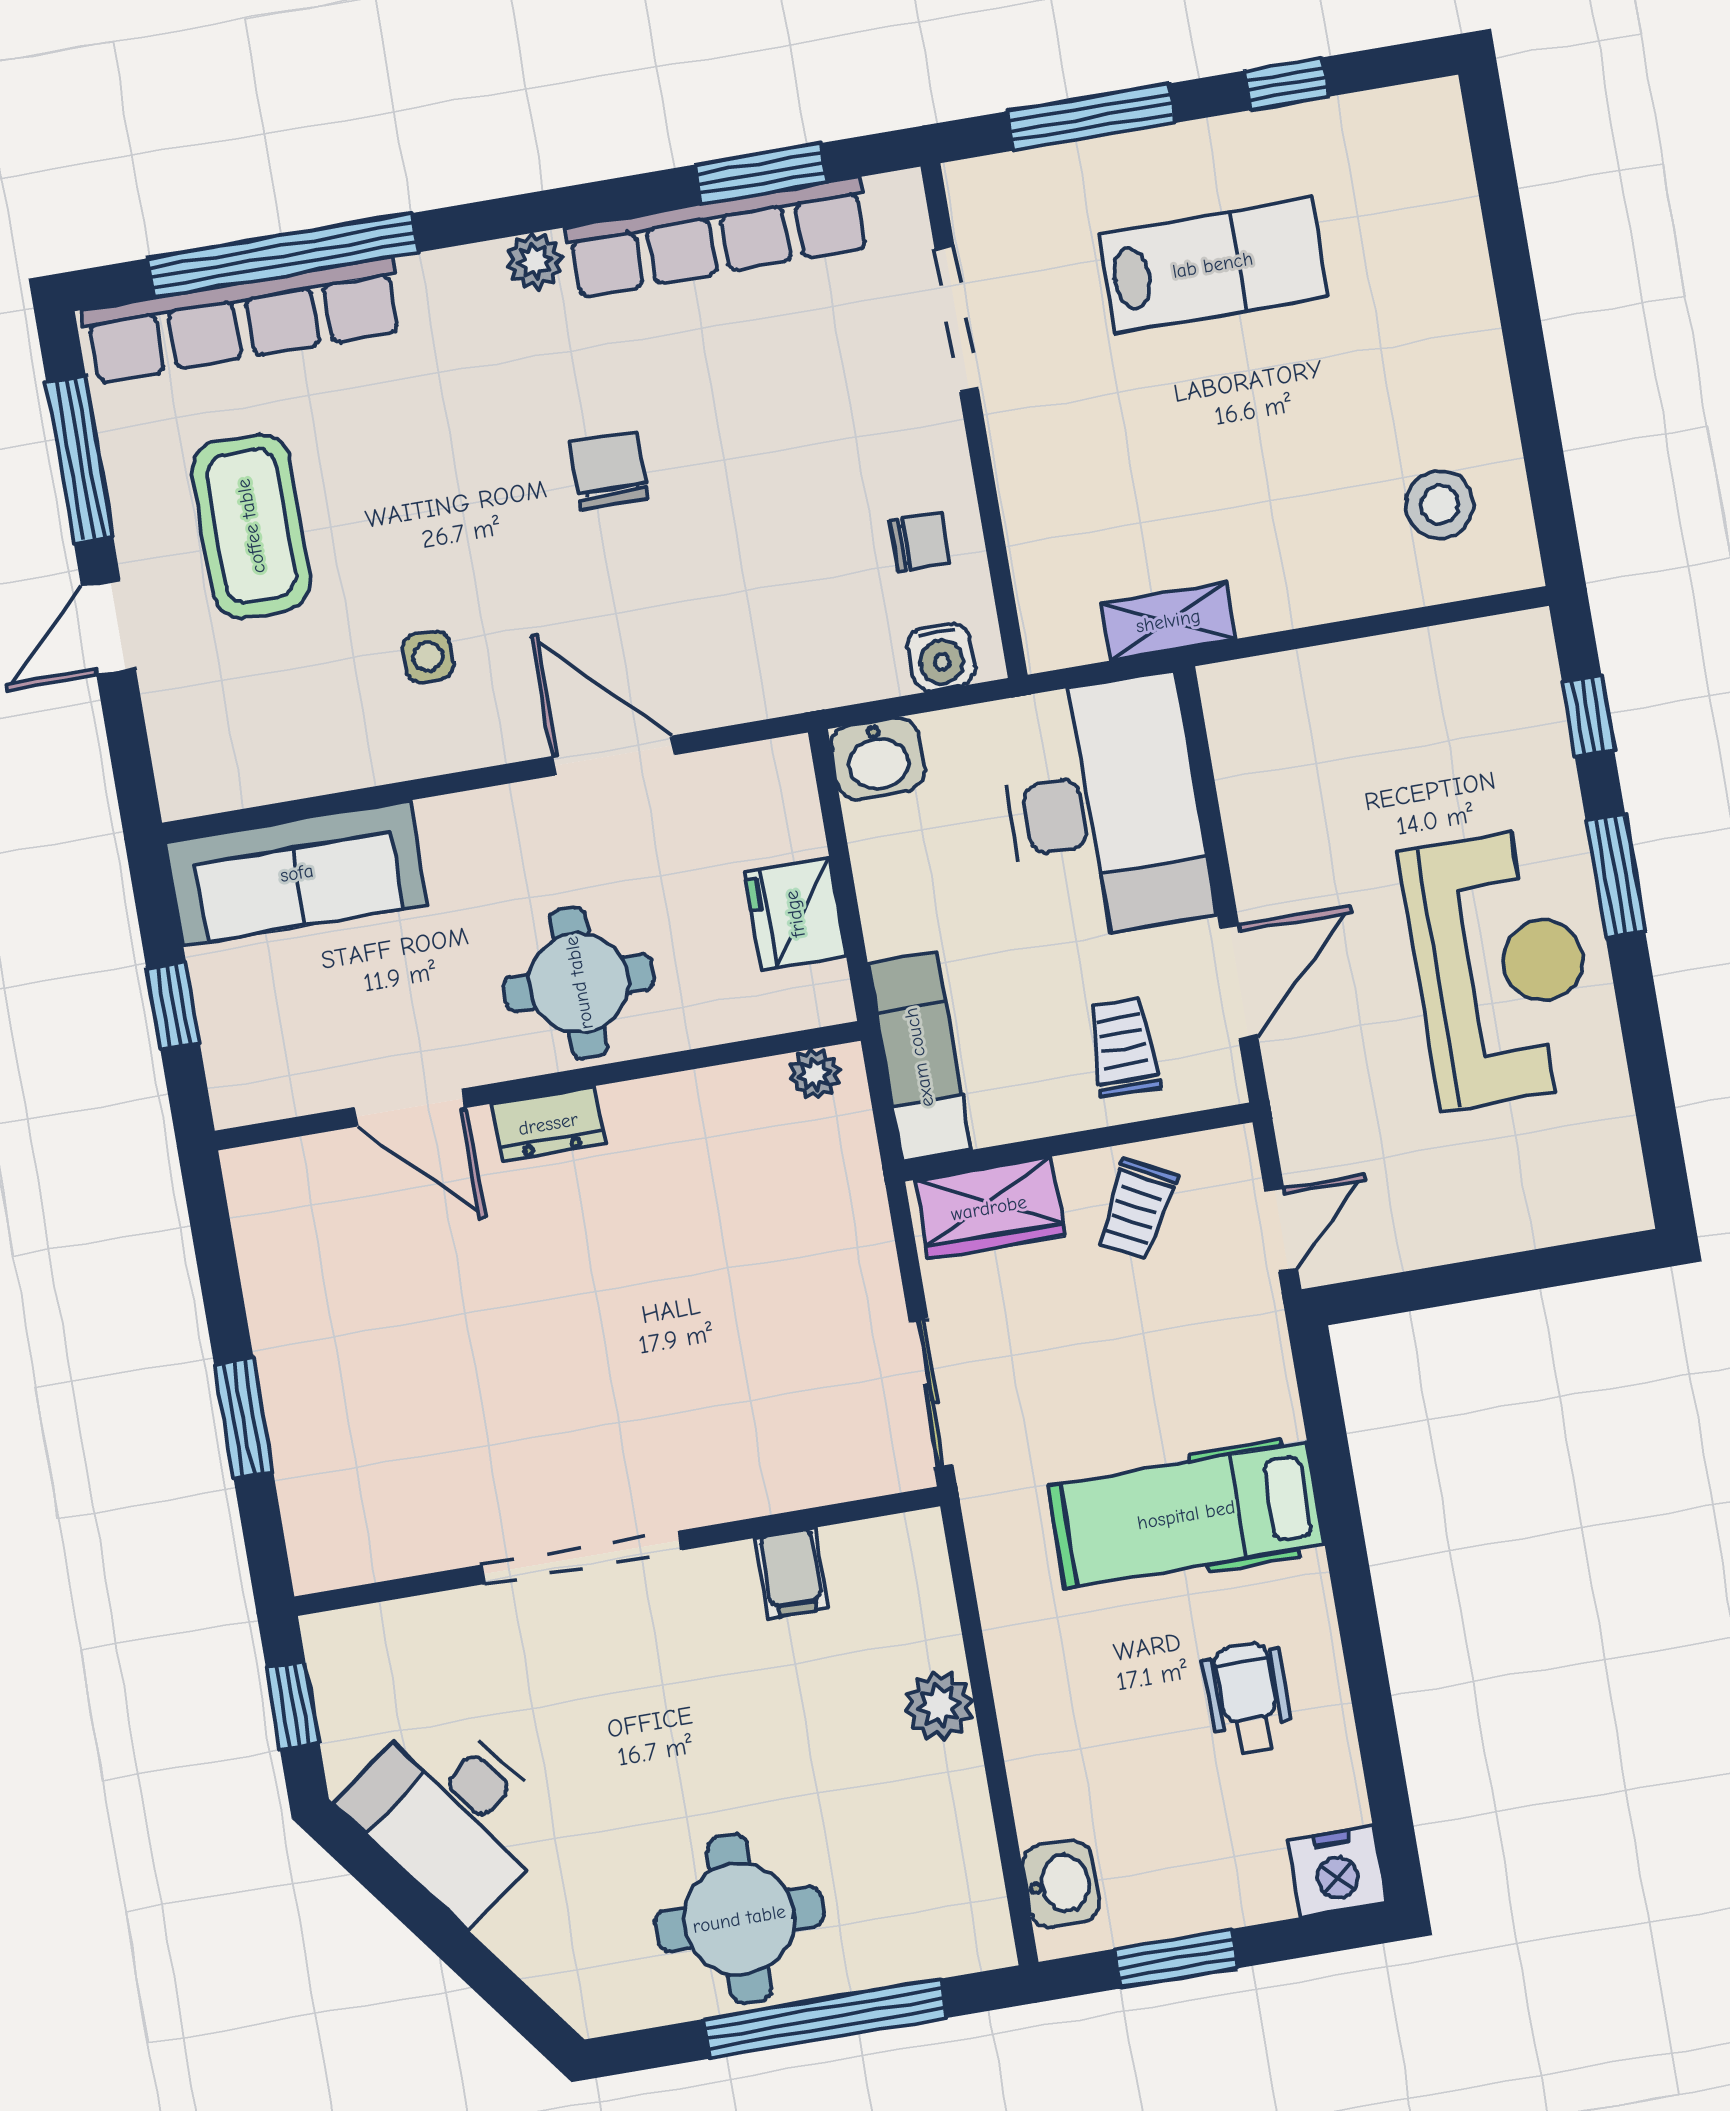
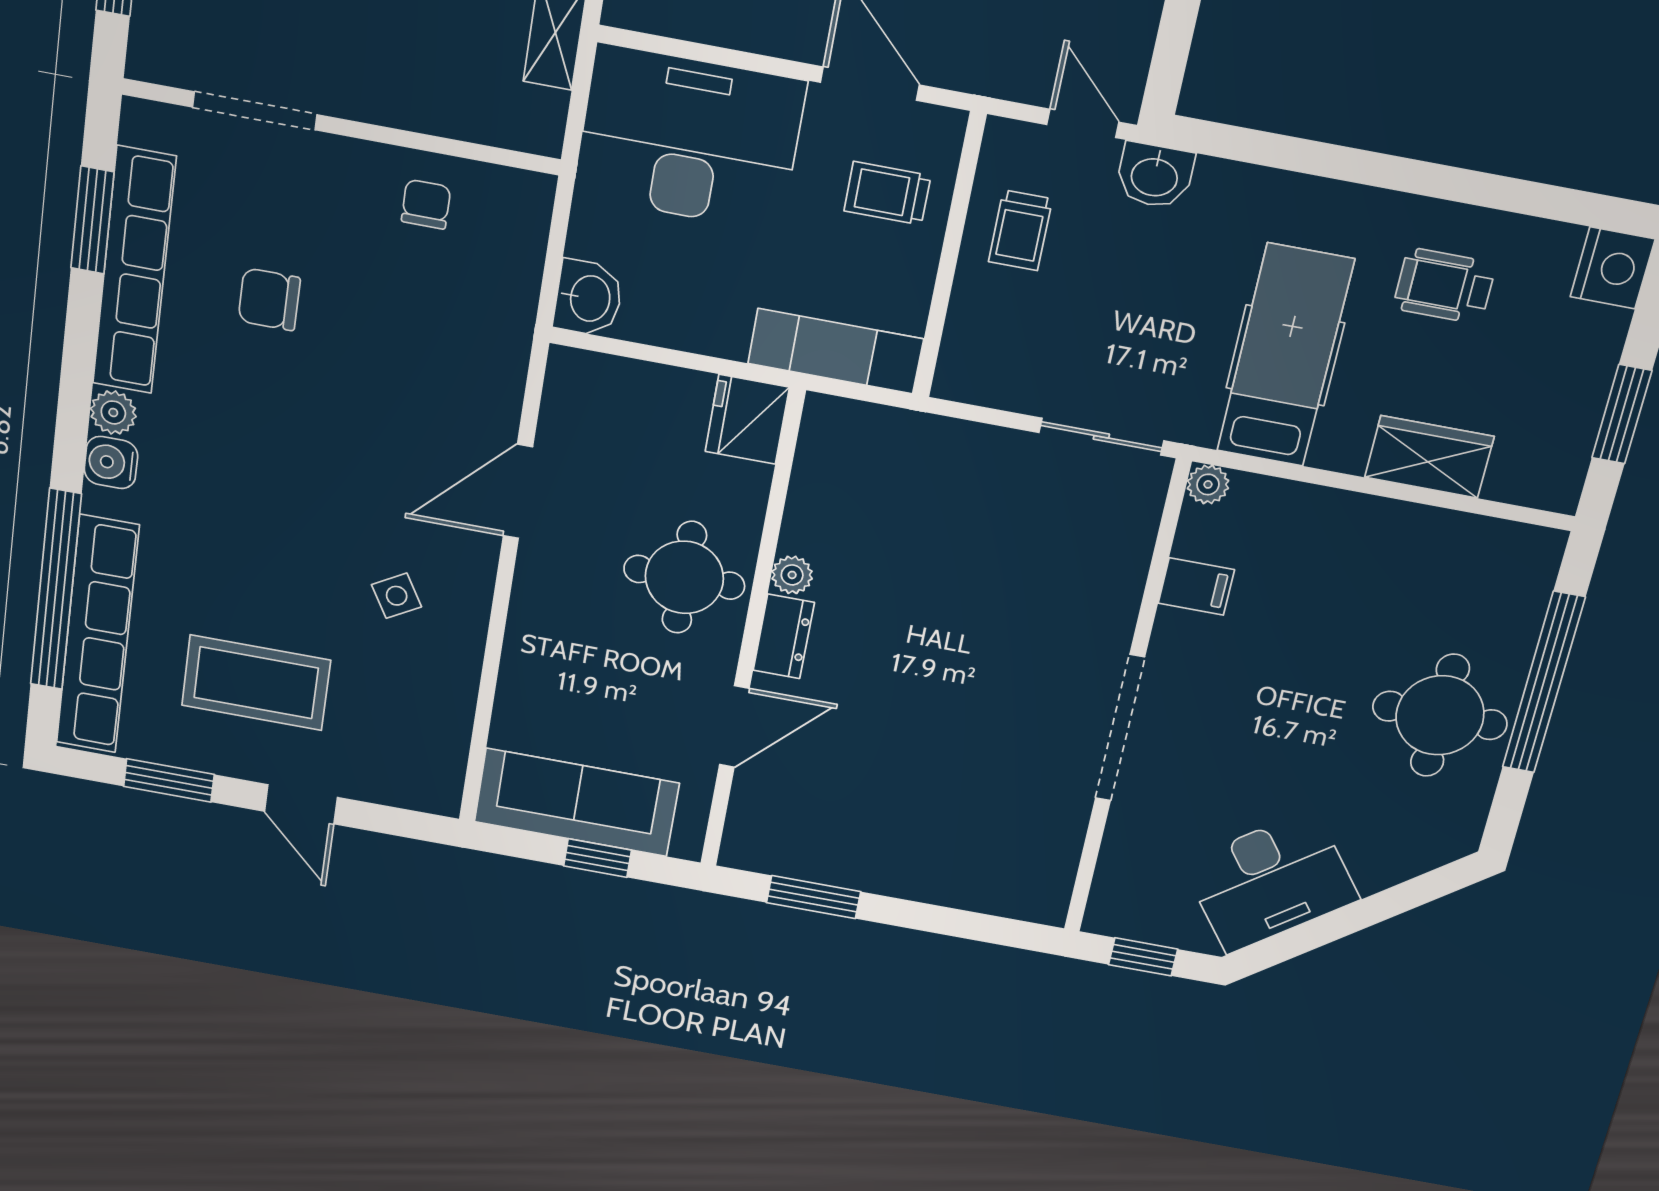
window: (80, 459) -> (169, 780), width x0.69
chair: (609, 471) -> (269, 299), moved
side table: (428, 657) -> (397, 596), turned -30
water cooler: (941, 657) -> (111, 462), moved, turned 180
sofa: (297, 873) -> (577, 802), moved, turned -90
fridge: (795, 914) -> (747, 419), moved, turned 90
plant: (815, 1074) -> (792, 575), moved
wardrobe: (989, 1208) -> (1429, 457), moved, turned -90
trolley: (1136, 1209) -> (1020, 230), turned 62
window: (244, 1418) -> (814, 897), moved
hospital bed: (1186, 1515) -> (1285, 356), moved, turned 180
plant: (939, 1705) -> (1208, 484), moved, width x0.73, depth x0.73
washbasin: (1061, 1884) -> (1155, 176), moved, turned 180

